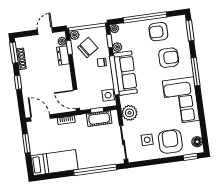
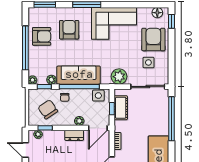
armchair: (158, 32) -> (42, 36), turned -90
plant: (74, 35) -> (79, 121), moved
dresser: (63, 55) -> (74, 135), moved
armchair: (170, 141) -> (153, 39), turned 90

